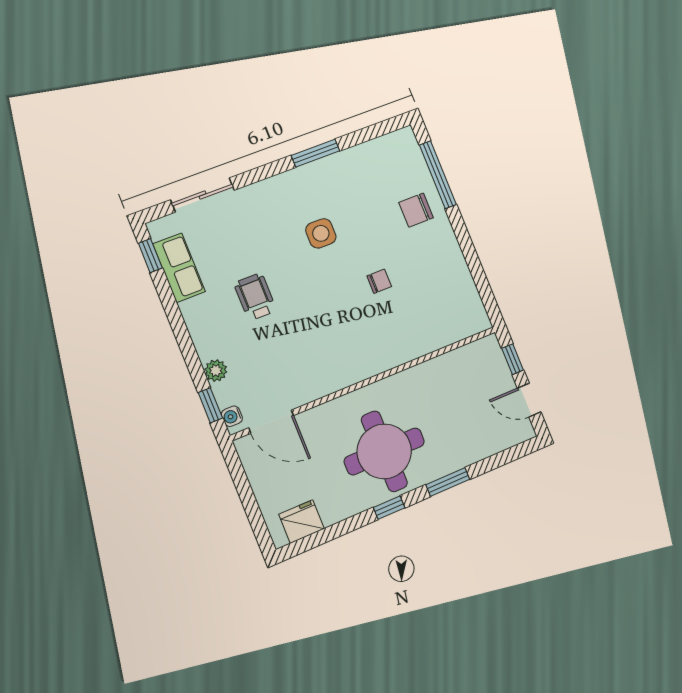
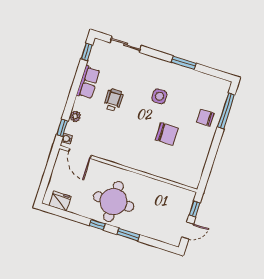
row of seats: (179, 268) -> (88, 82), moved
chair: (379, 281) -> (167, 134), width x1.87, depth x1.87
door: (529, 400) -> (188, 231), swing flipped

